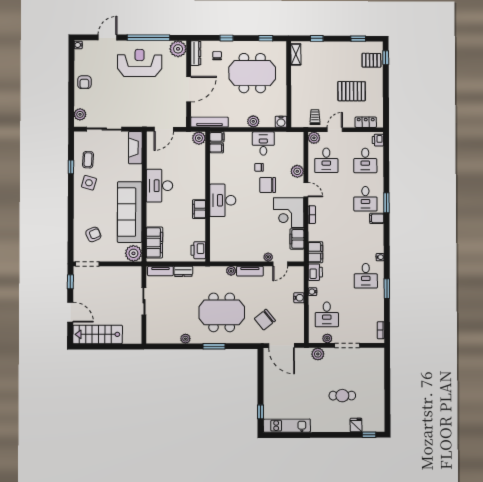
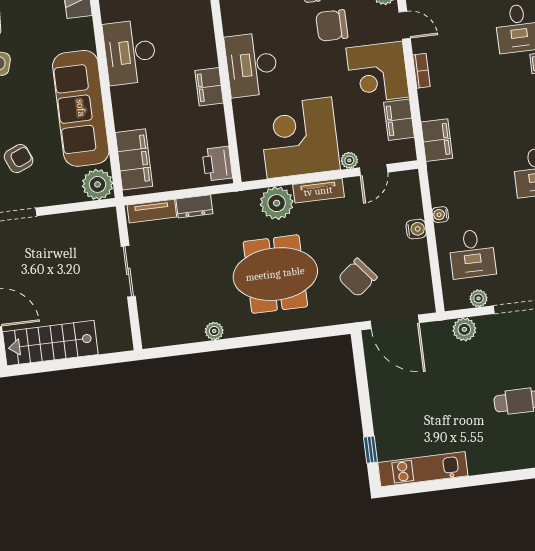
corner desk: (243, 242) -> (299, 138), added
plant: (231, 271) -> (277, 203), width x1.88, depth x1.88
printer: (315, 272) -> (441, 177), removed
window: (214, 346) -> (269, 339), removed

